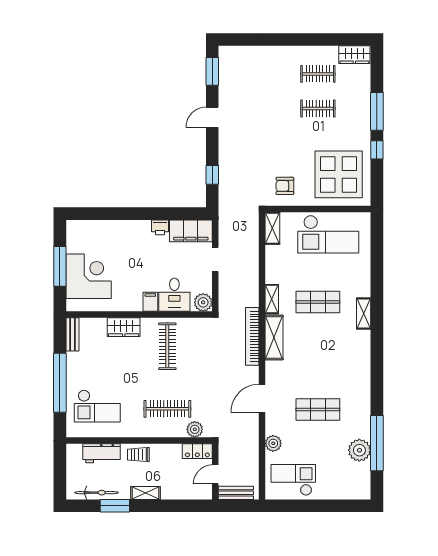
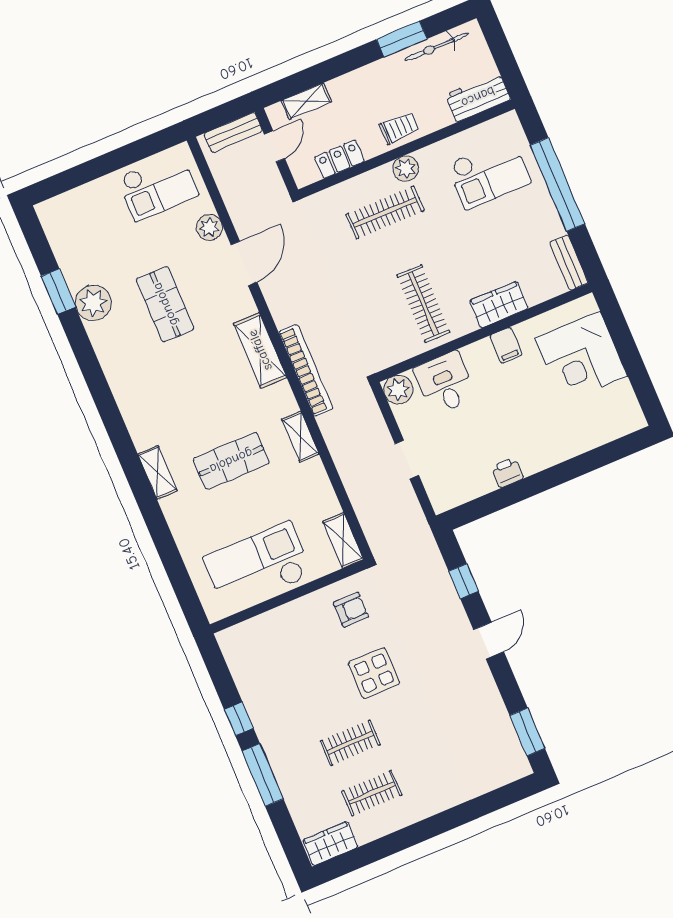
door: (212, 117) -> (489, 641), moved
display table: (339, 174) -> (374, 673), moved, width x0.54, depth x0.54
filing cabinet: (191, 231) -> (460, 486), removed
window: (60, 266) -> (629, 354), removed
filing cabinet: (150, 302) -> (506, 345), moved
shelving: (274, 338) -> (260, 350), moved
door: (262, 398) -> (244, 263), moved
checkout: (97, 406) -> (489, 174), turned 180
shop shelf: (318, 410) -> (165, 304), turned 90
plant: (195, 429) -> (406, 168), moved
window: (377, 443) -> (58, 292), width x0.47
plant: (359, 450) -> (93, 303), moved
locker: (197, 451) -> (339, 159), moved
workbench: (101, 453) -> (478, 97), moved
shelving: (146, 493) -> (306, 101), moved

